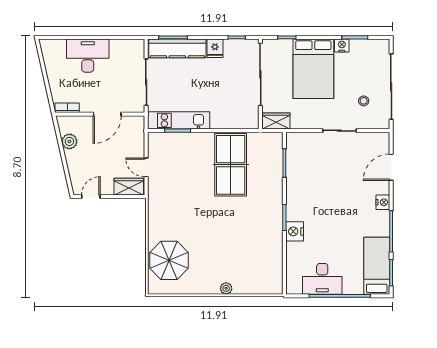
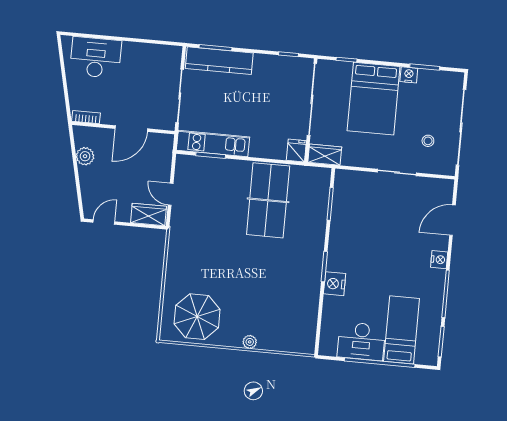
fridge: (215, 48) -> (296, 151), moved, turned 180
desk: (88, 56) -> (96, 58), moved
parasol: (169, 260) -> (197, 317), moved
bed: (377, 266) -> (402, 330), moved

